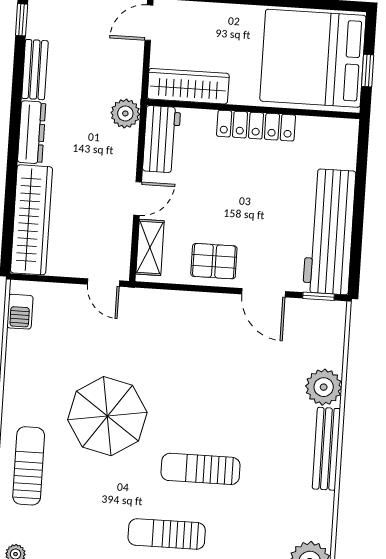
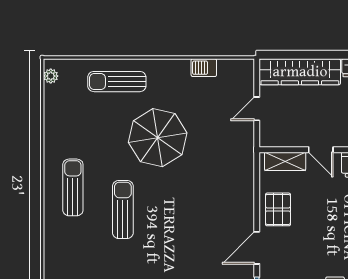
door: (103, 282) -> (257, 109), moved
barbecue: (20, 312) -> (204, 68), moved
sun lounger: (29, 466) -> (117, 82), turned 180

